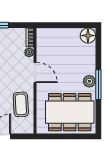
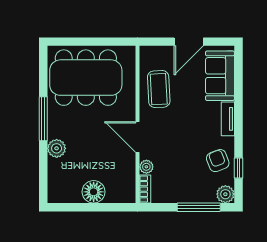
floor lamp: (88, 36) -> (94, 192), moved
plant: (89, 81) -> (57, 148), moved

